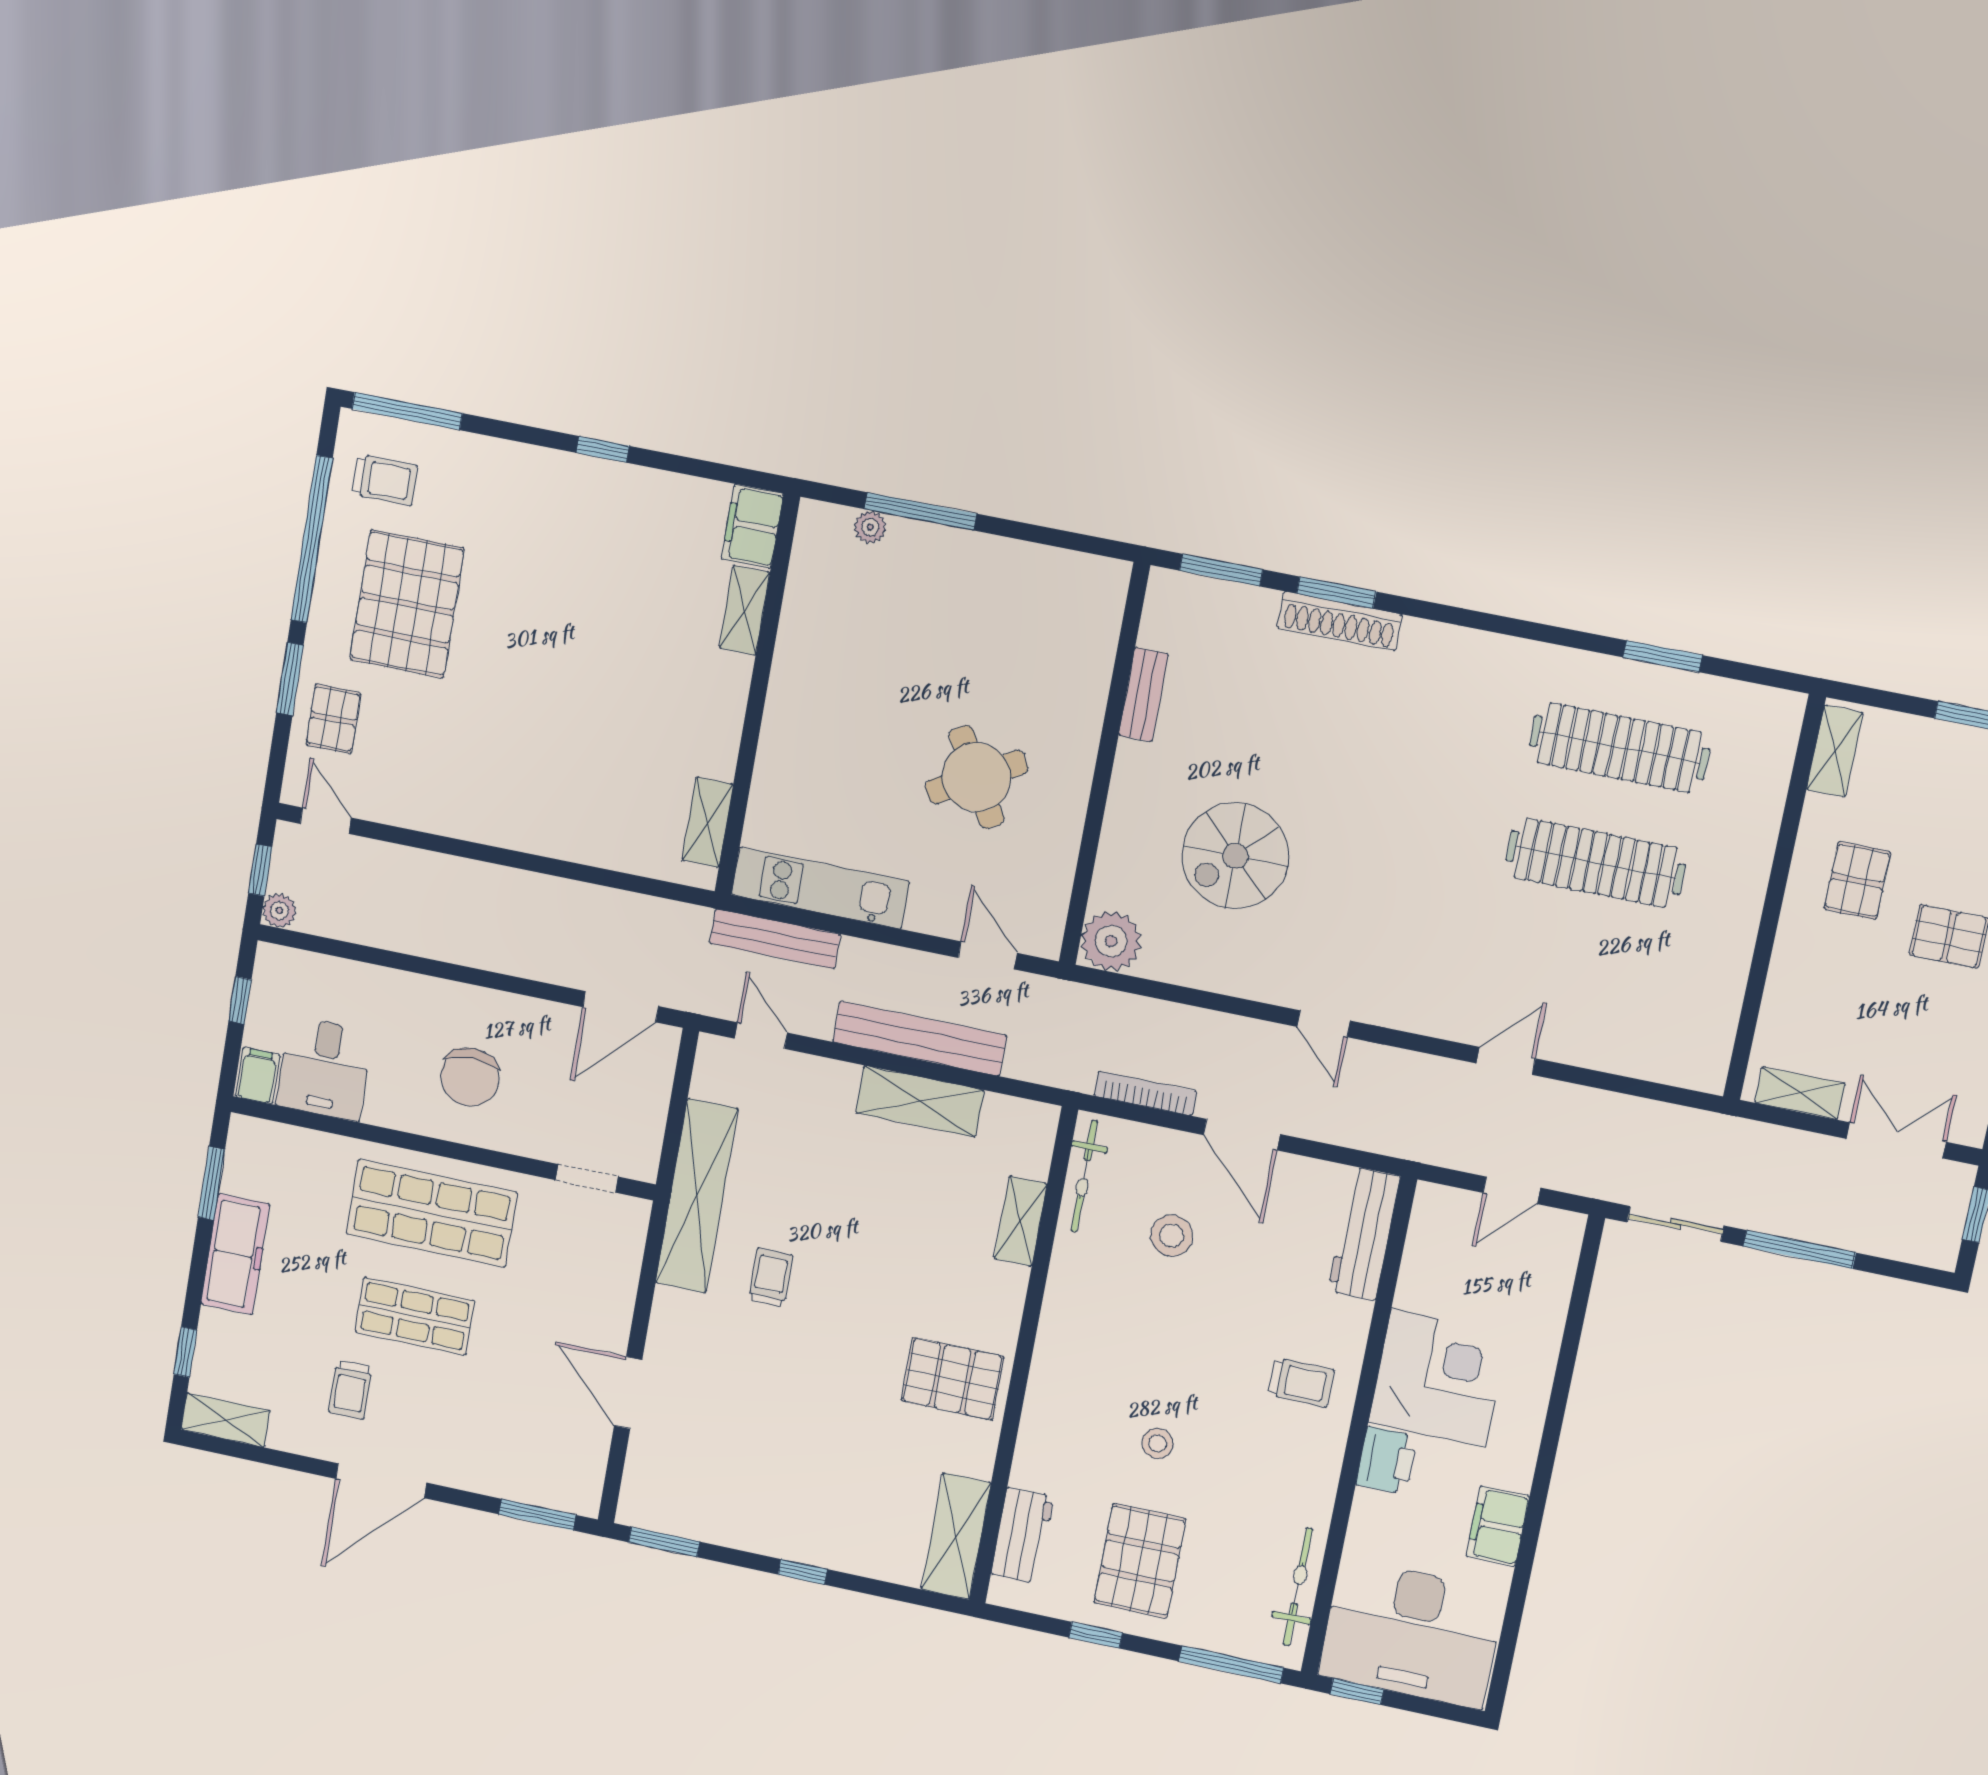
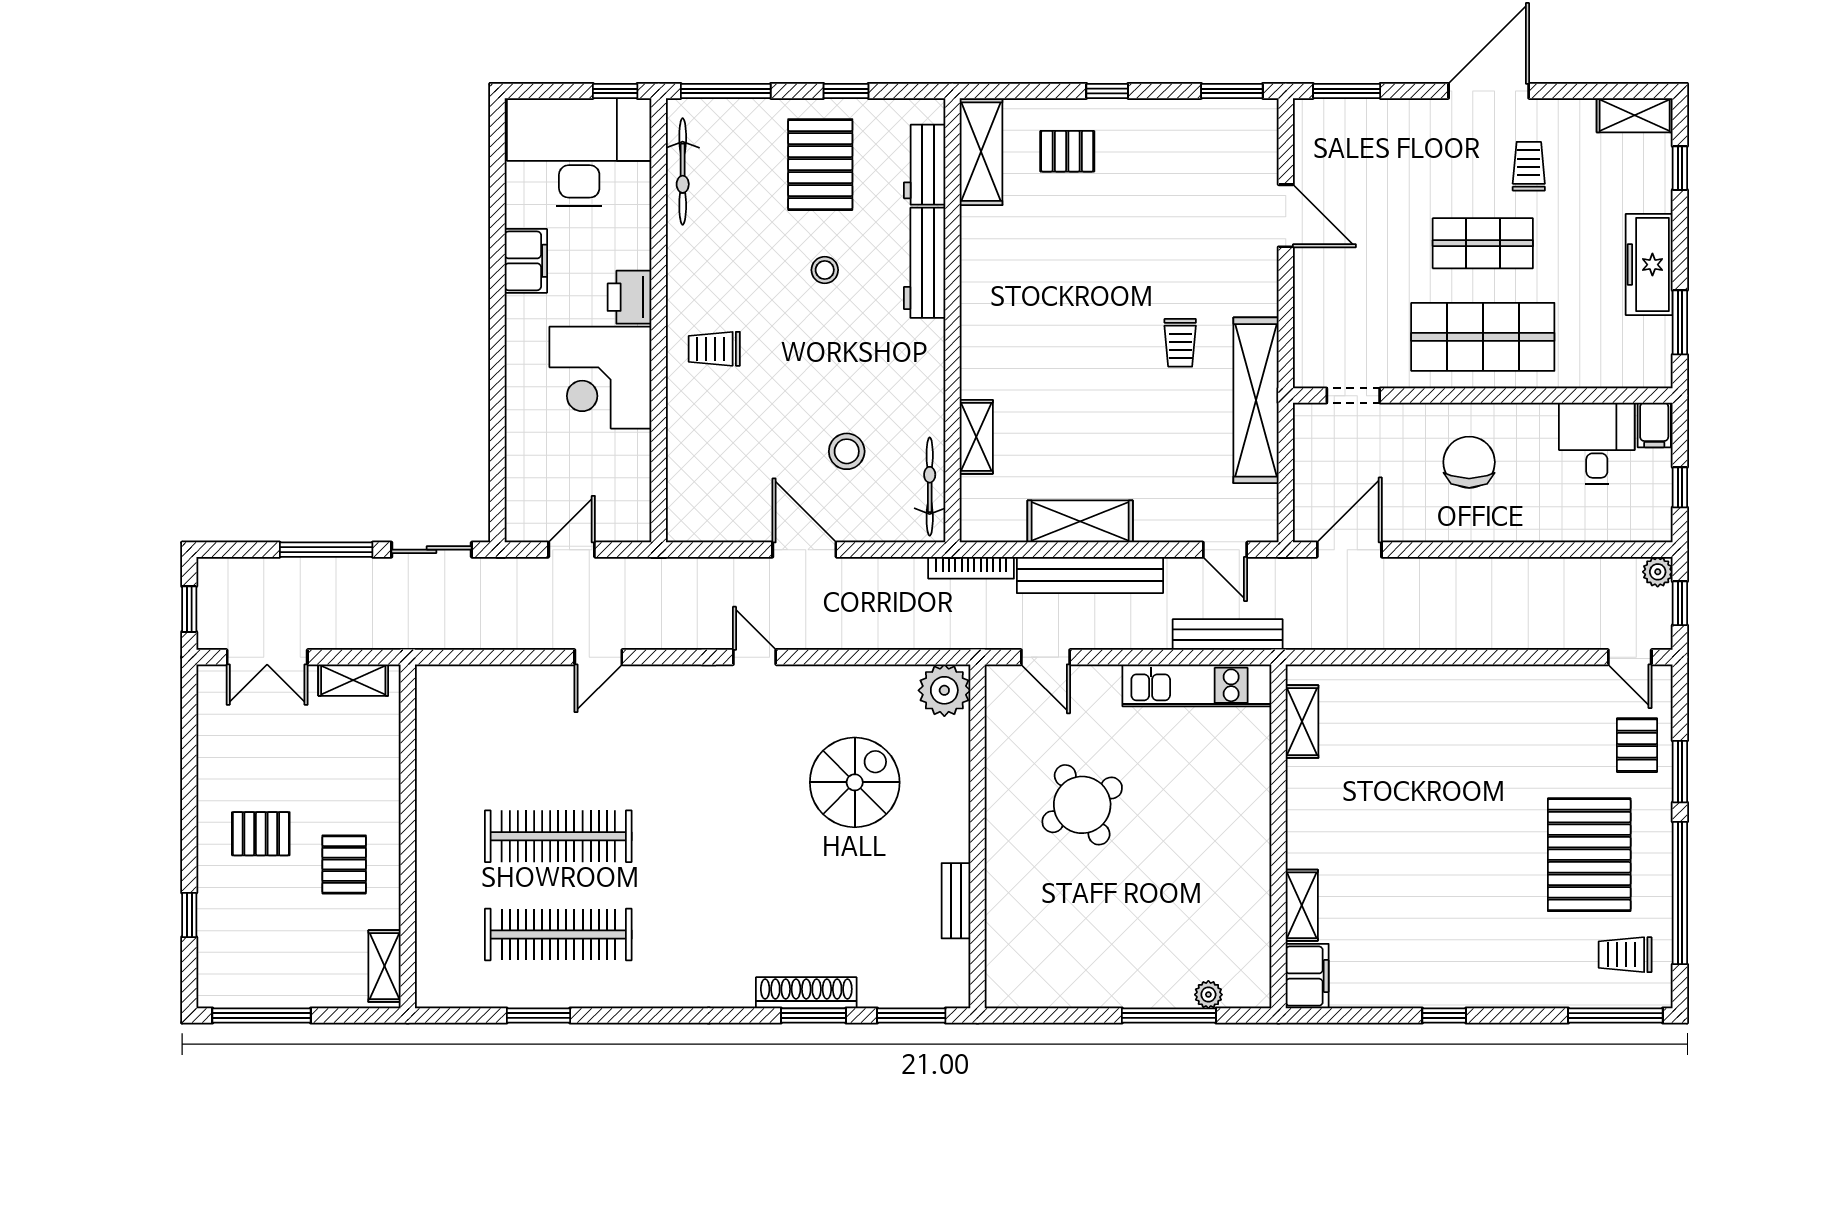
bookcase: (1145, 1093) -> (971, 568), moved
workbench: (1364, 1233) -> (925, 263), moved, turned 180
pallet: (952, 1379) -> (1067, 151), moved, width x0.67, depth x0.71

